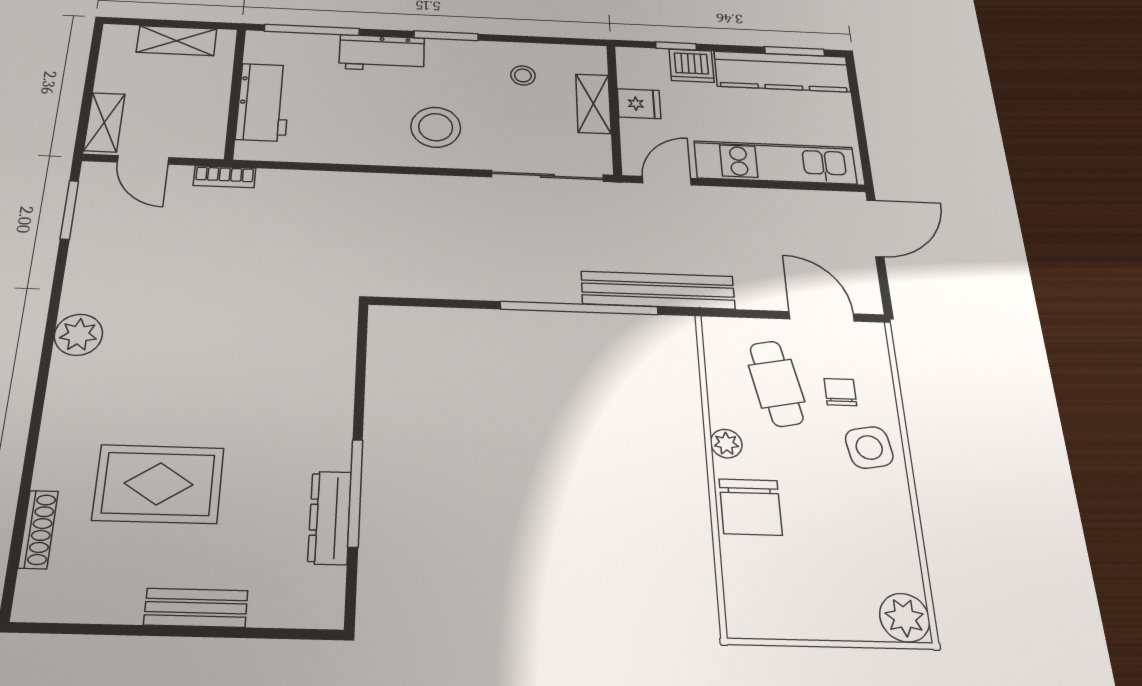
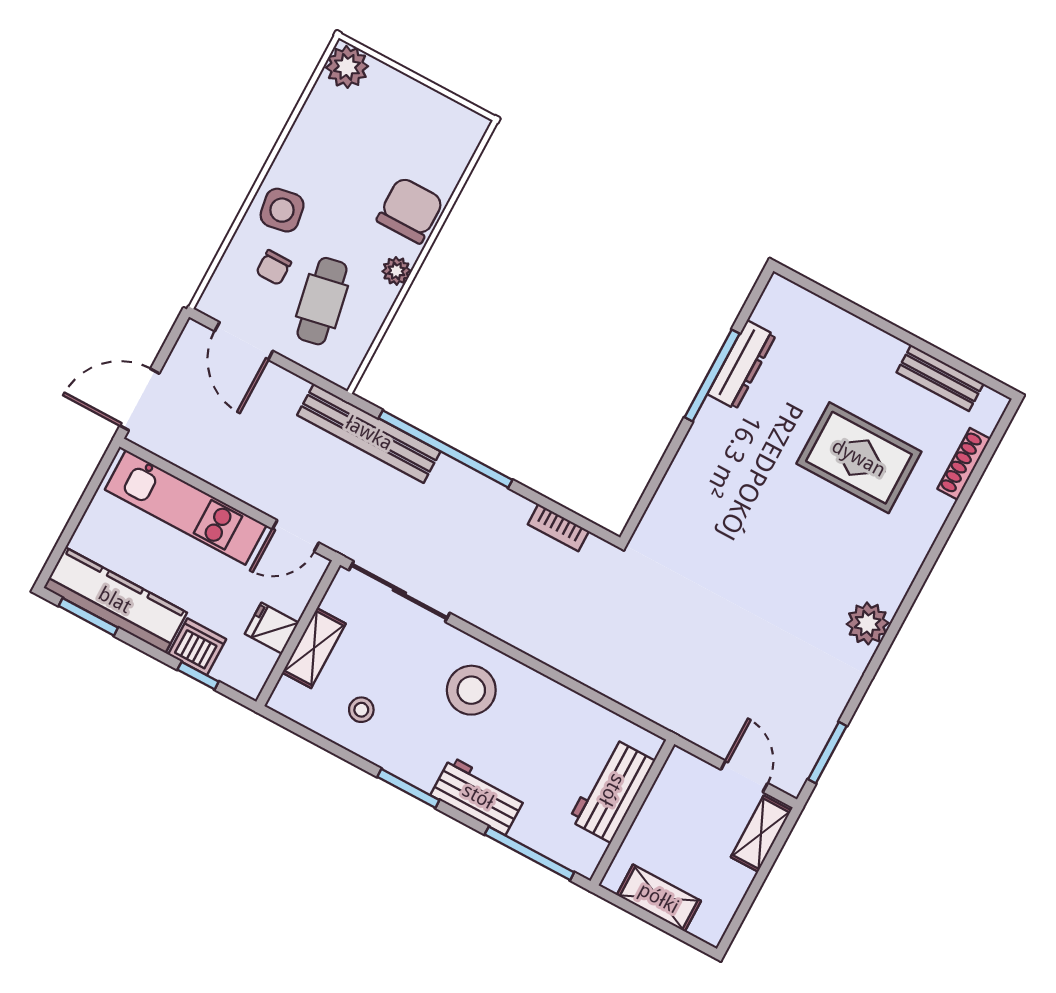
bookcase: (224, 177) -> (558, 528), moved, turned 180
bench: (196, 608) -> (940, 378), moved

